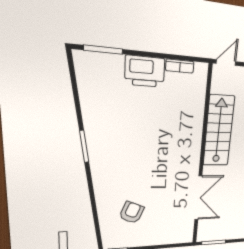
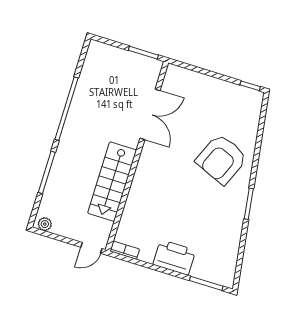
bookcase: (180, 66) -> (125, 250), moved
double door: (198, 198) -> (150, 114), swing flipped
armchair: (132, 213) -> (222, 159), moved, width x1.88, depth x1.88

